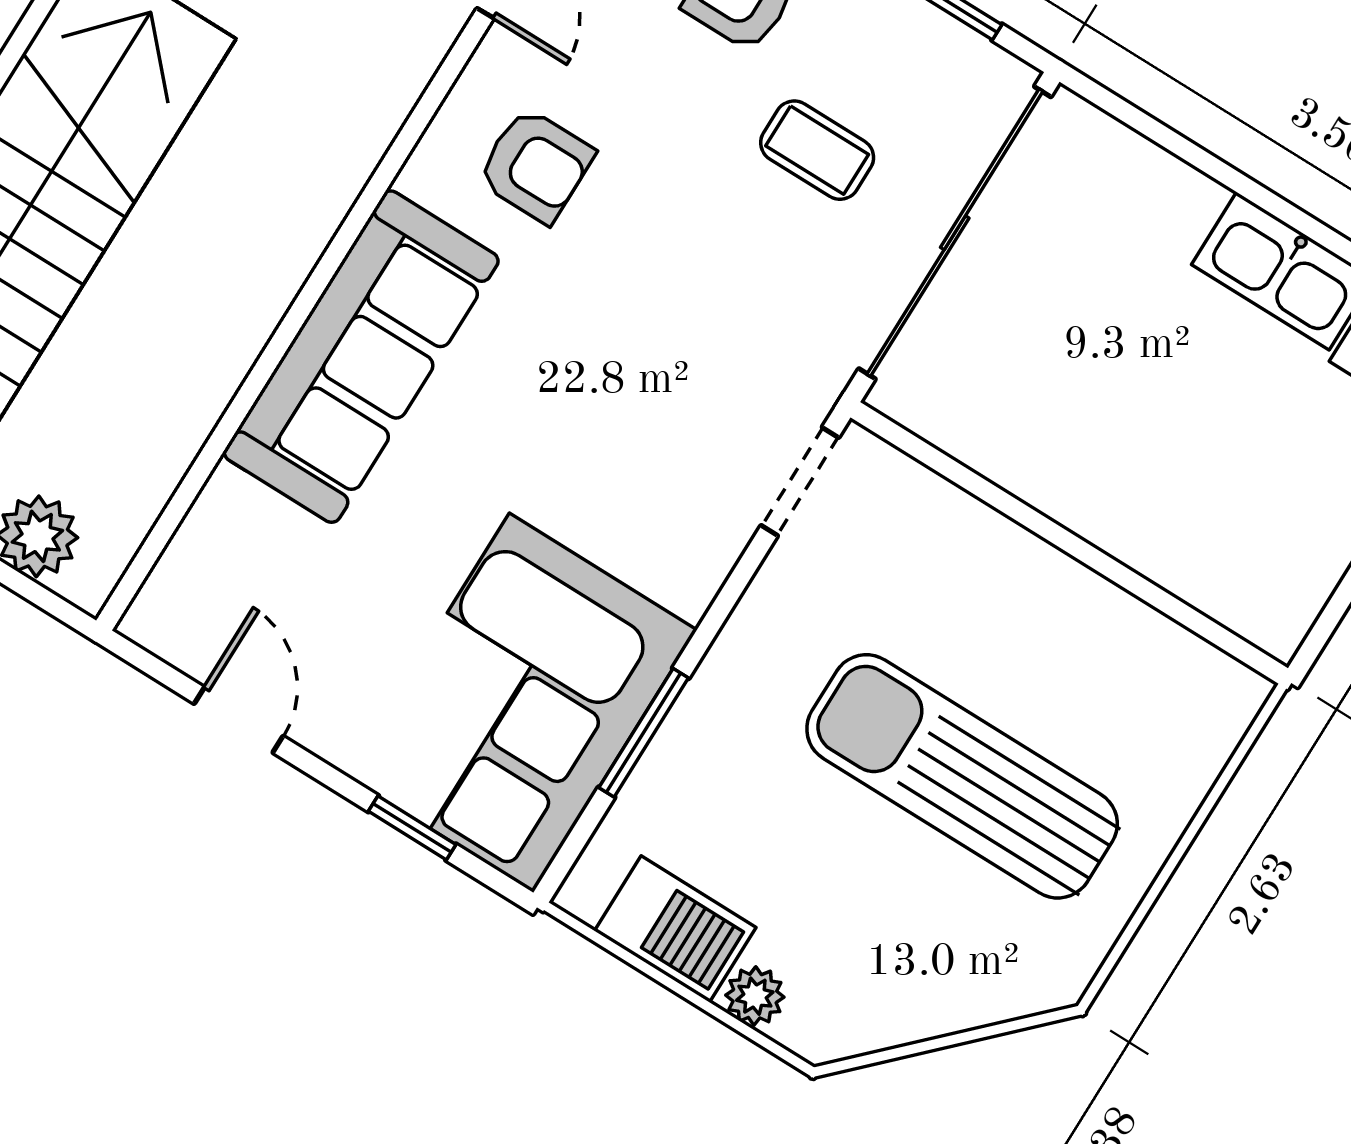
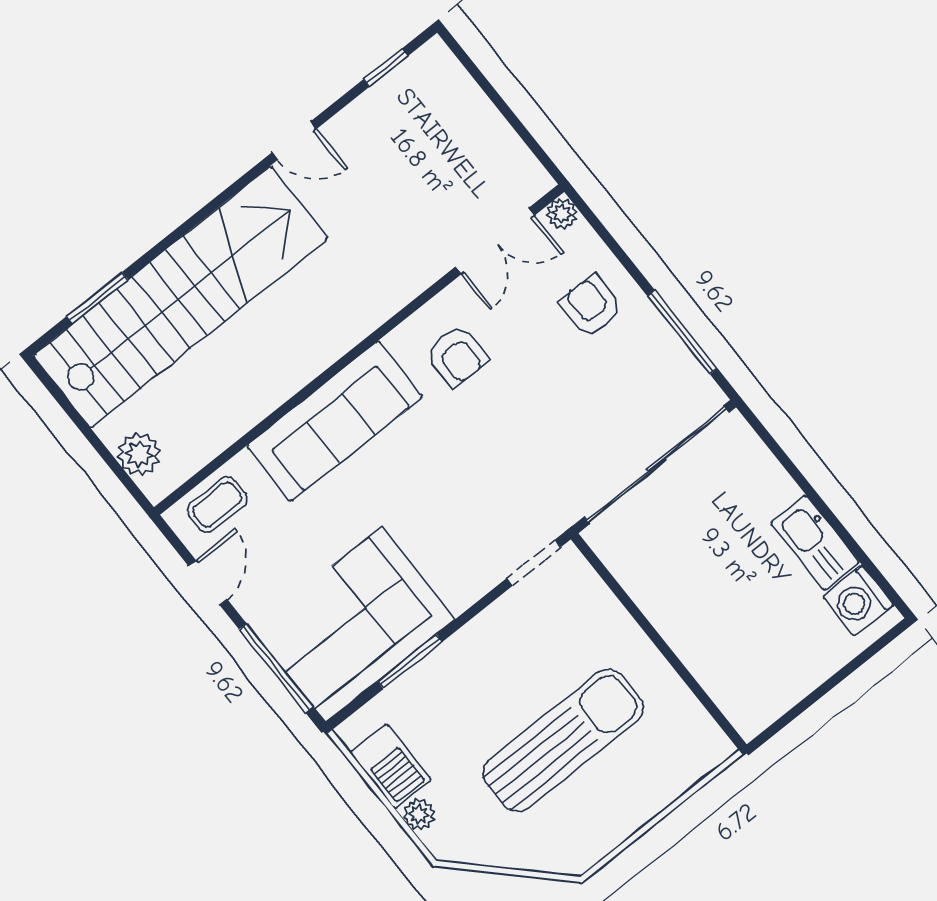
coffee table: (817, 150) -> (217, 505), moved, turned 90
sun lounger: (962, 776) -> (563, 740), turned 90
window: (412, 828) -> (276, 668), width x2.17

